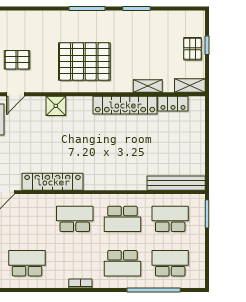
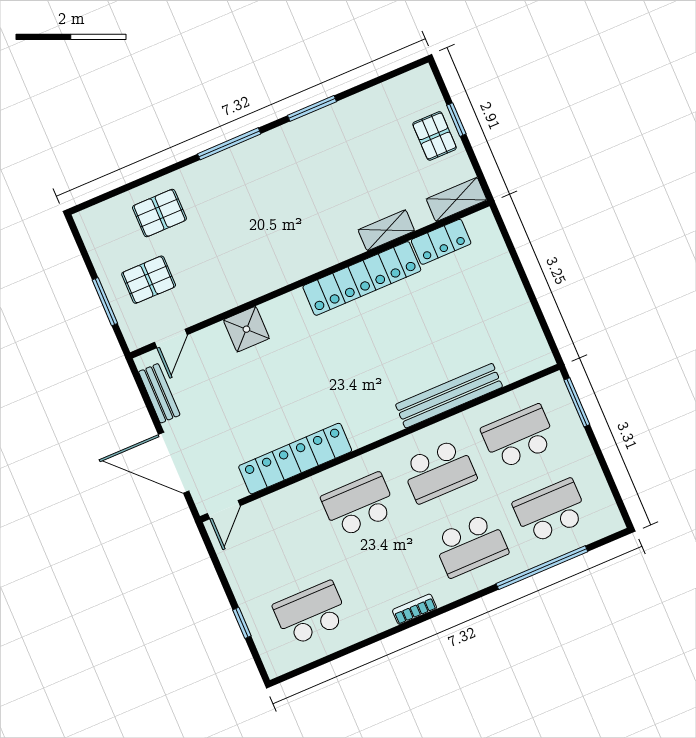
pallet: (84, 61) -> (159, 213), moved, width x0.49, depth x0.50
bench: (176, 183) -> (449, 396), moved

